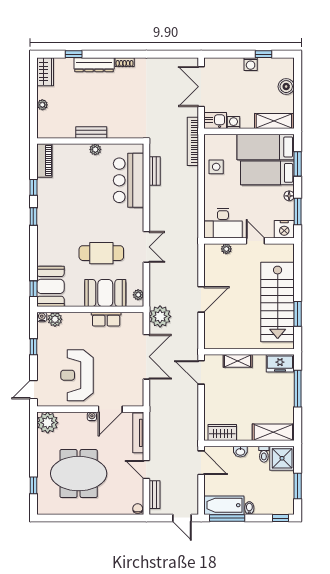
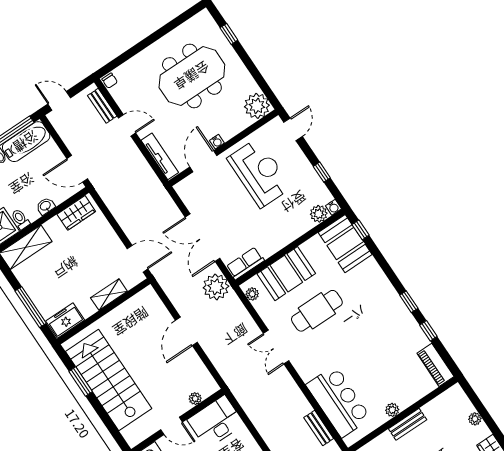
row of seats: (106, 319) -> (245, 263), moved

